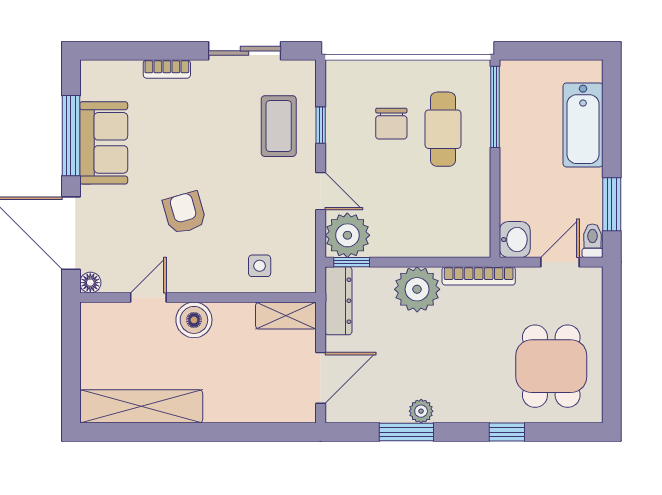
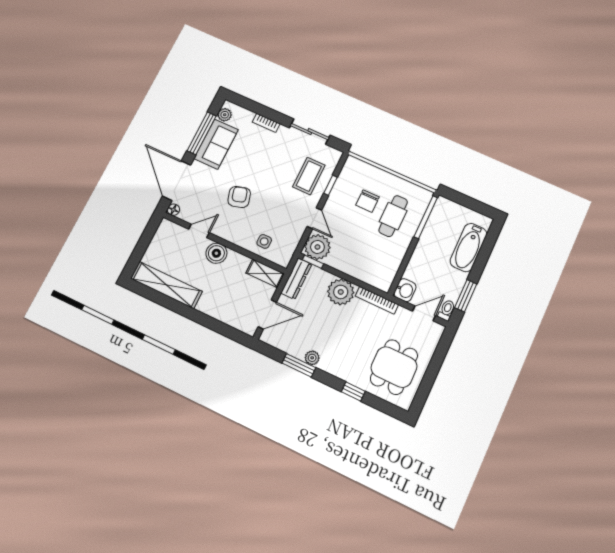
plant: (92, 87) -> (225, 115), added

